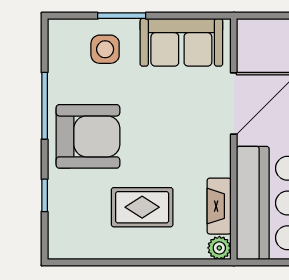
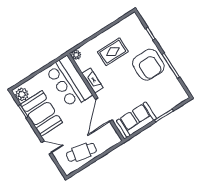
side table: (105, 49) -> (162, 100), removed
armchair: (88, 136) -> (148, 65), turned -90
fireplace: (219, 206) -> (93, 80), moved

